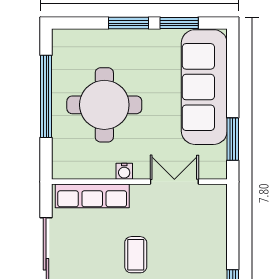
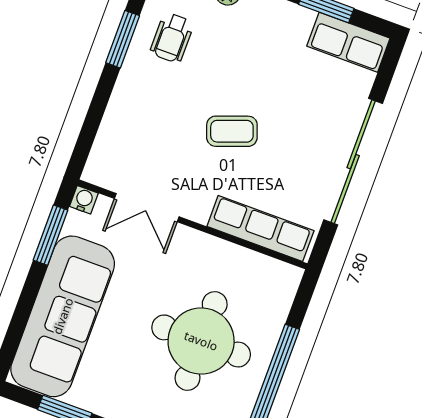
water cooler: (124, 171) -> (84, 200), moved
coffee table: (136, 255) -> (232, 131), turned 70

